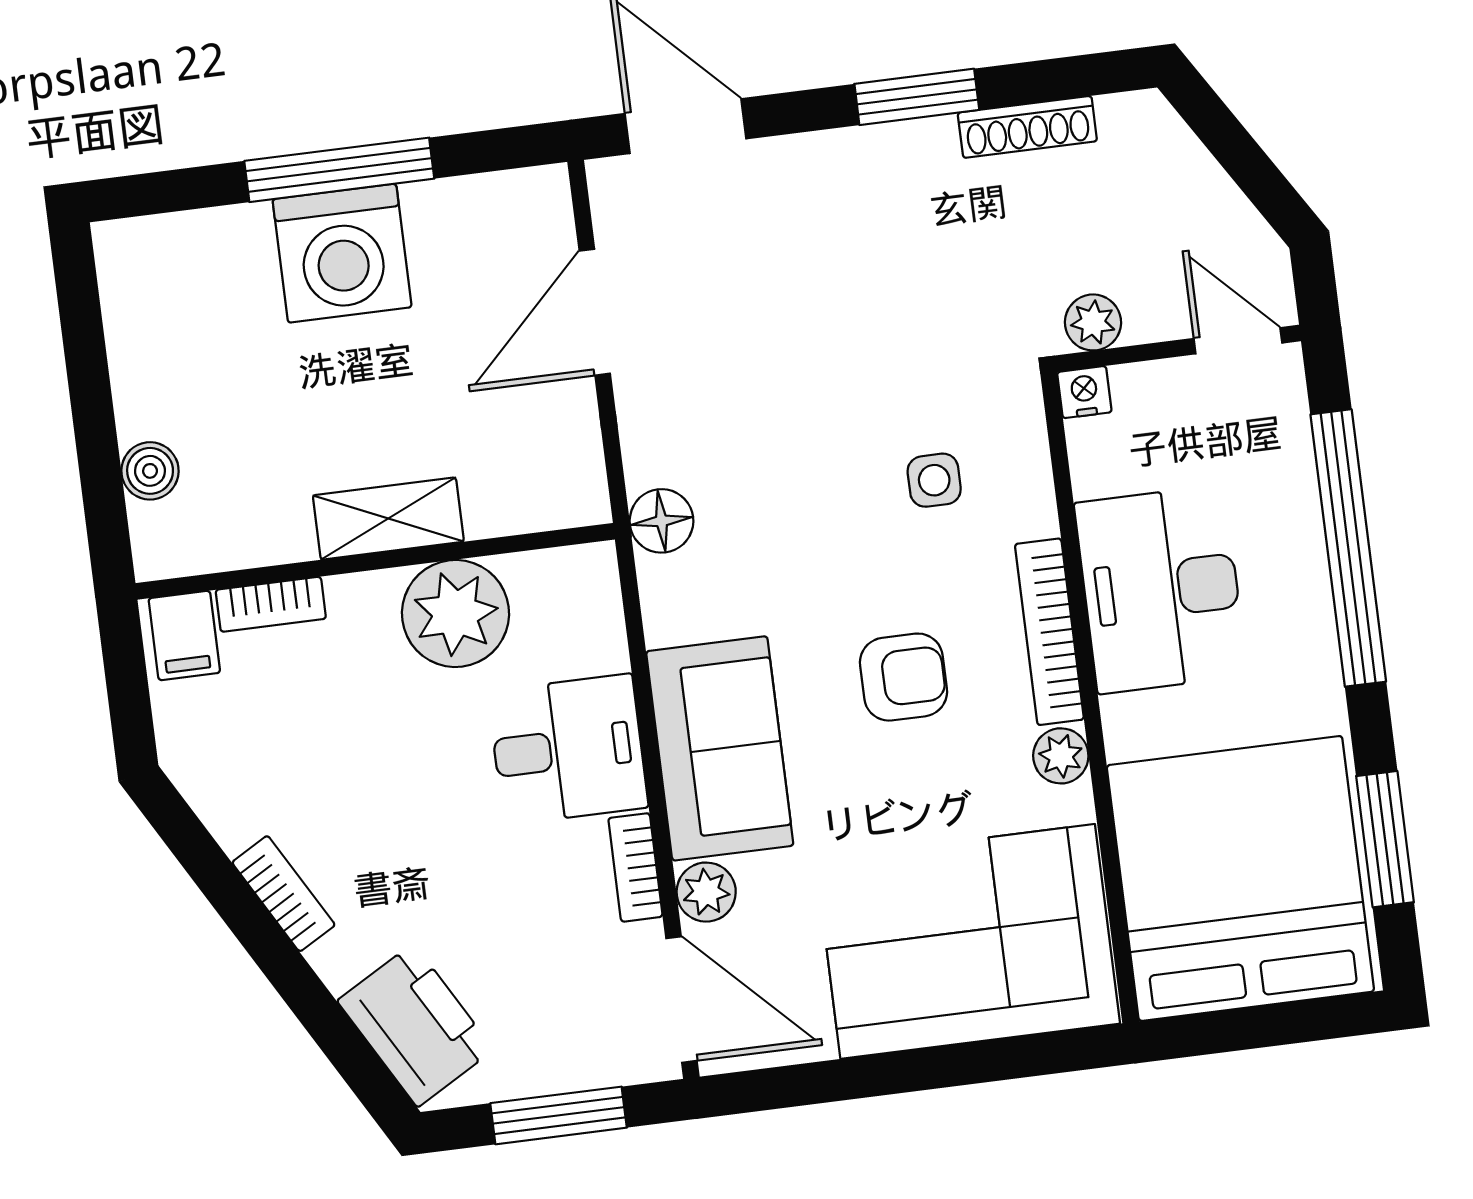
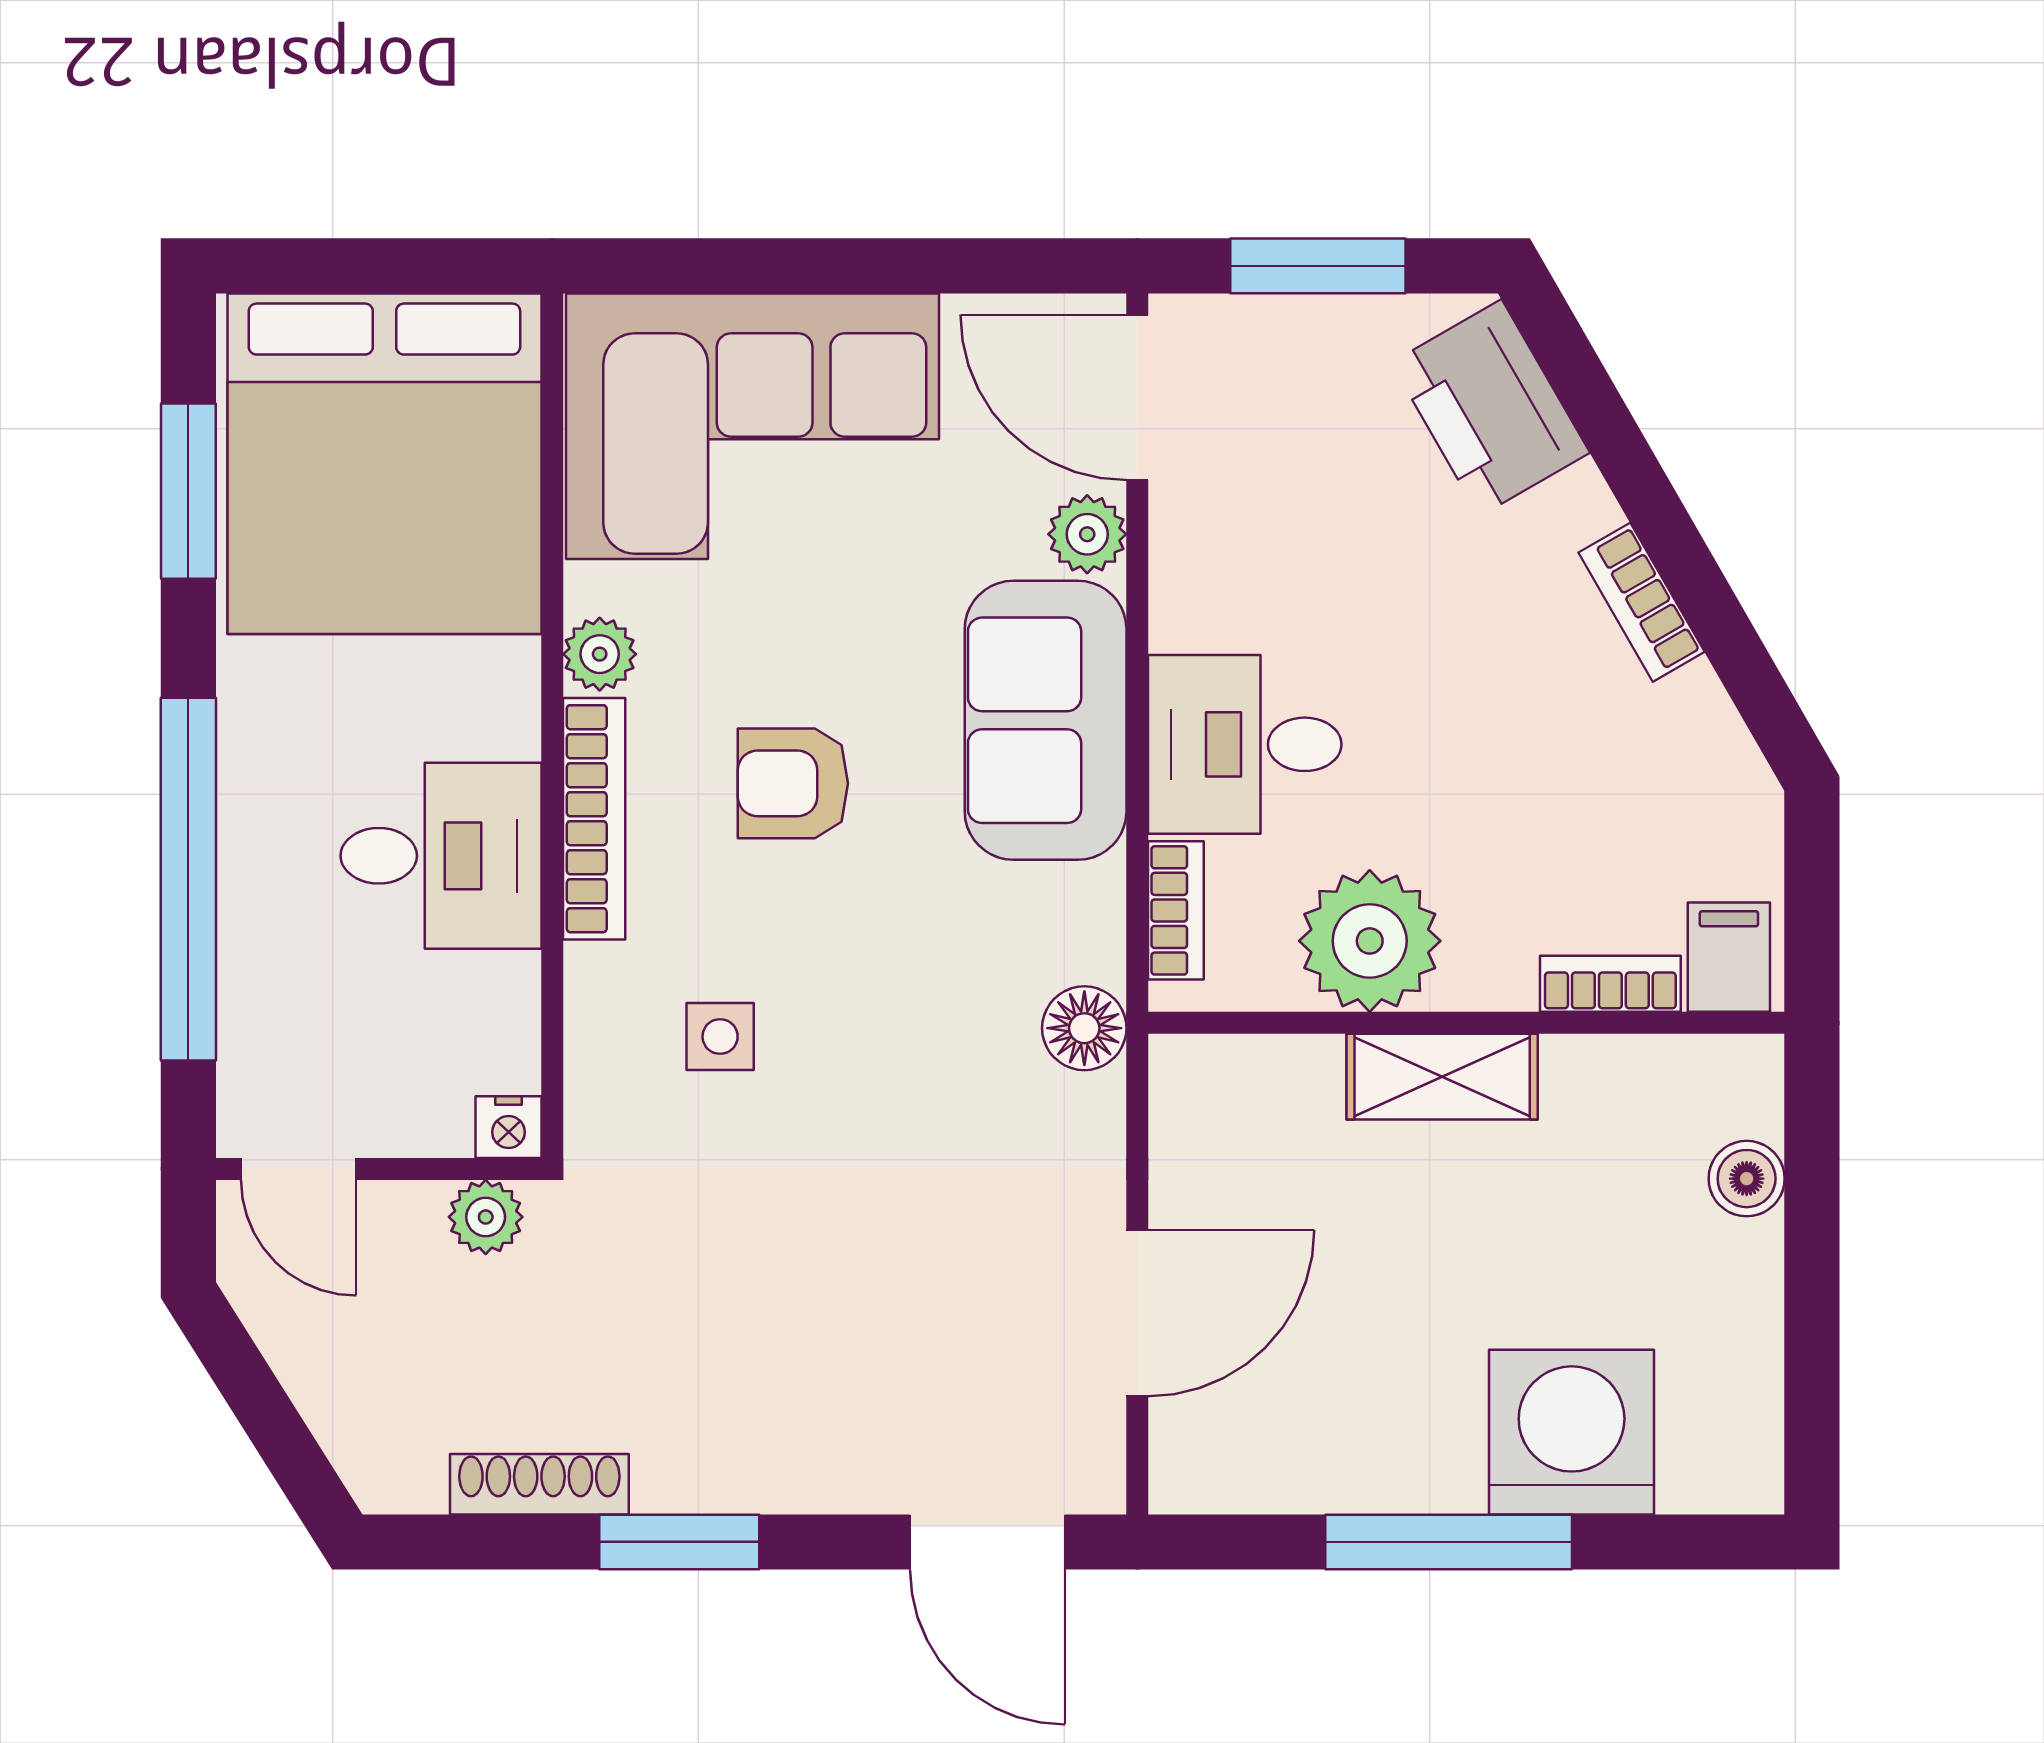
washing machine: (342, 253) -> (1572, 1432), moved
desk: (1161, 589) -> (441, 856), width x0.73
bookcase: (635, 867) -> (1176, 910), moved

